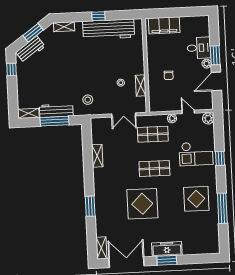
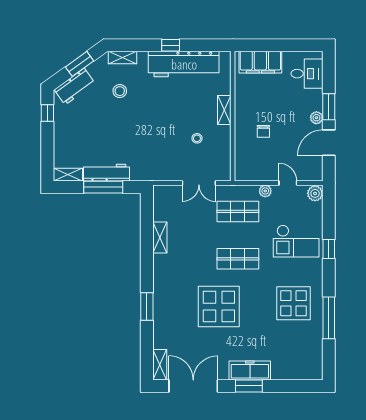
desk: (199, 48) -> (307, 74), moved
shelving: (141, 86) -> (224, 110), moved
stool: (88, 100) -> (120, 91), moved

